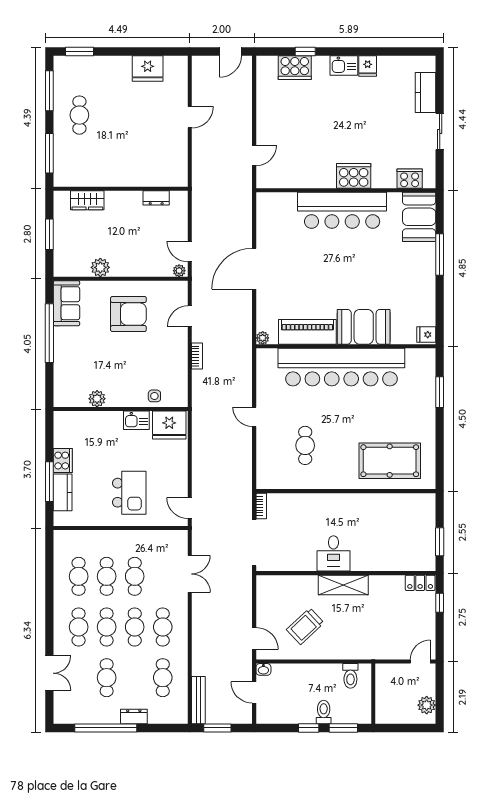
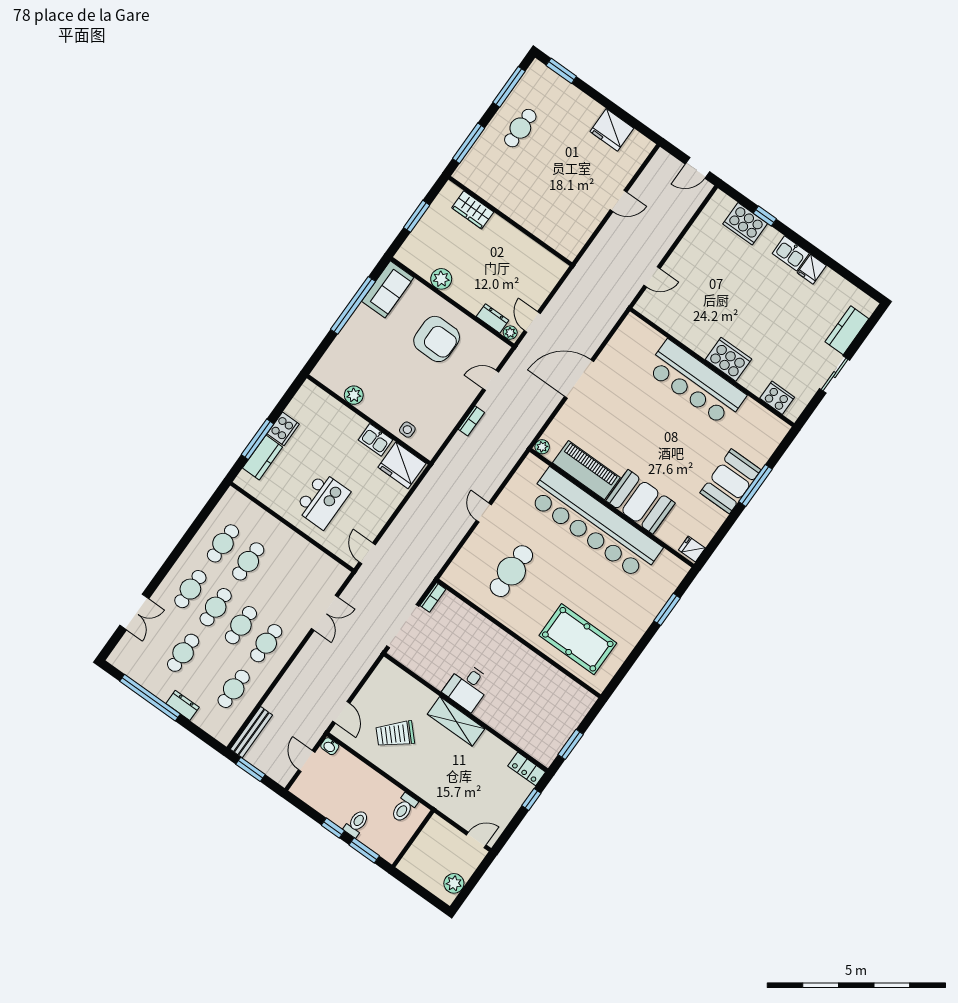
dresser: (156, 198) -> (493, 318), moved, turned 180
booth: (419, 217) -> (730, 481), moved
cafe table: (305, 445) -> (511, 571), width x1.37, depth x1.35
cafe table: (135, 576) -> (274, 579), removed

